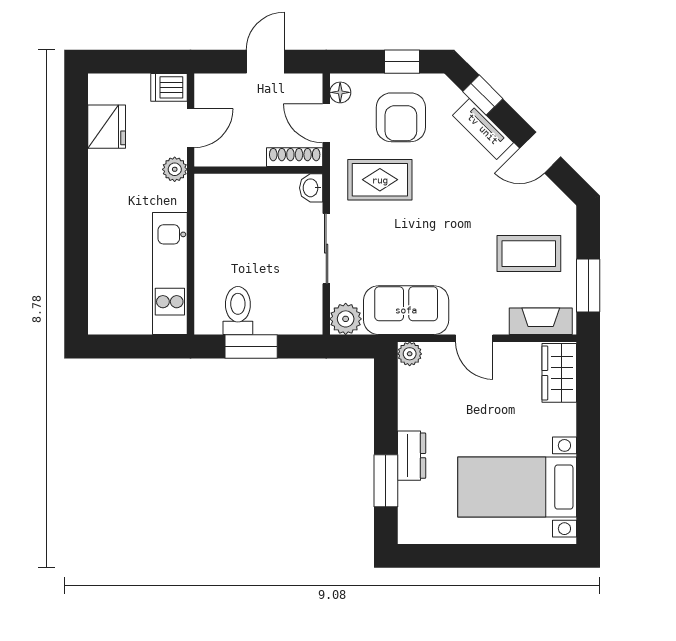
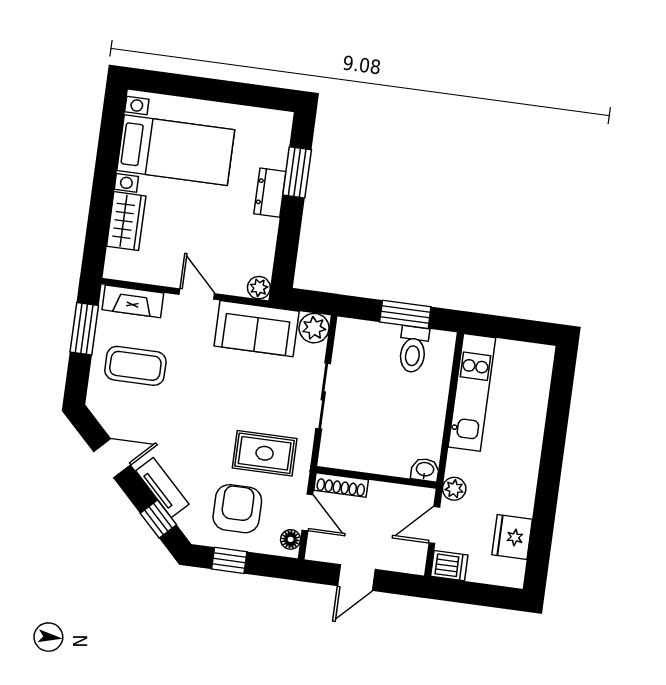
washbasin: (311, 188) -> (425, 470), moved, turned -90
wardrobe: (559, 373) -> (126, 221), moved

